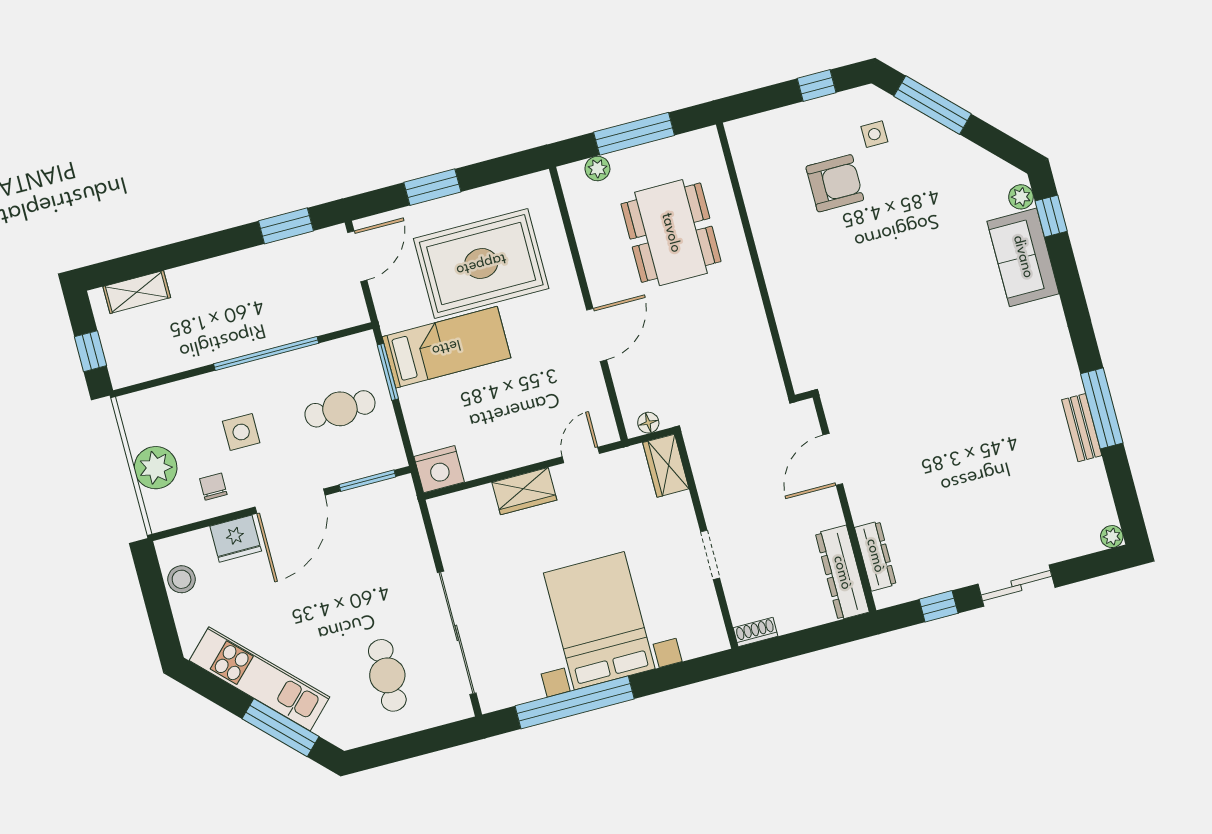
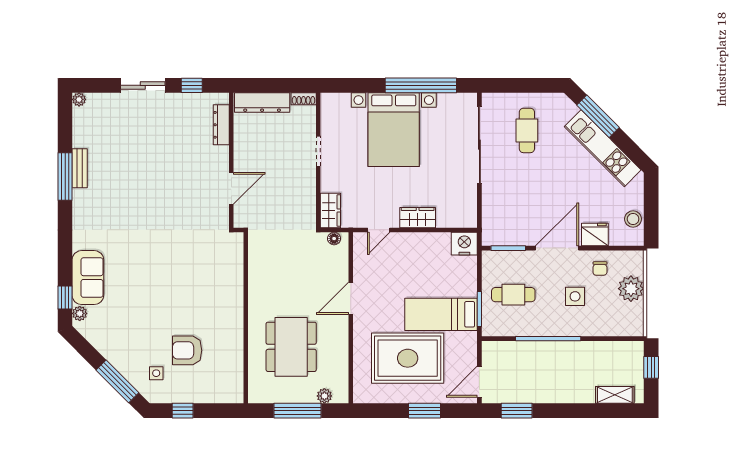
dresser: (842, 573) -> (262, 102), moved, turned 90

